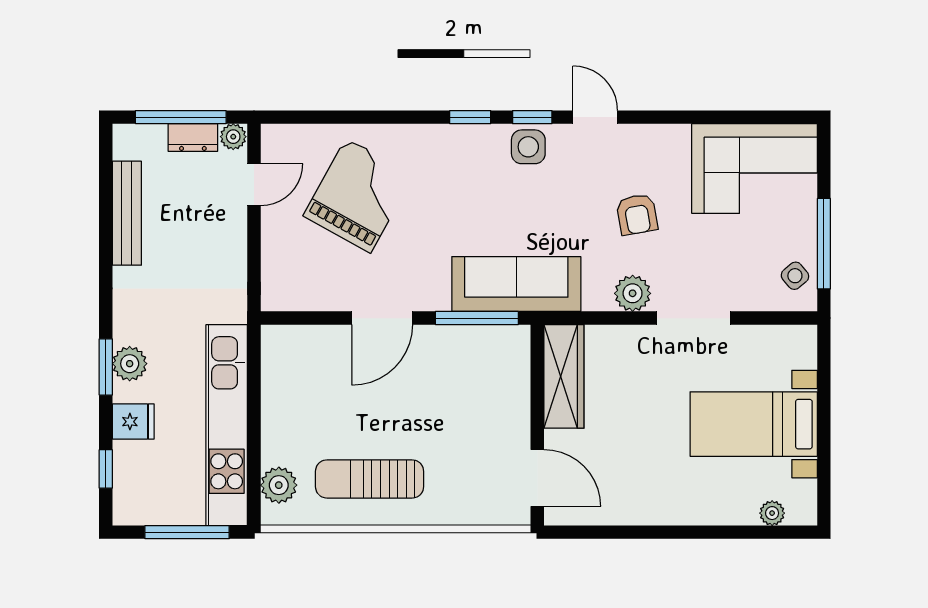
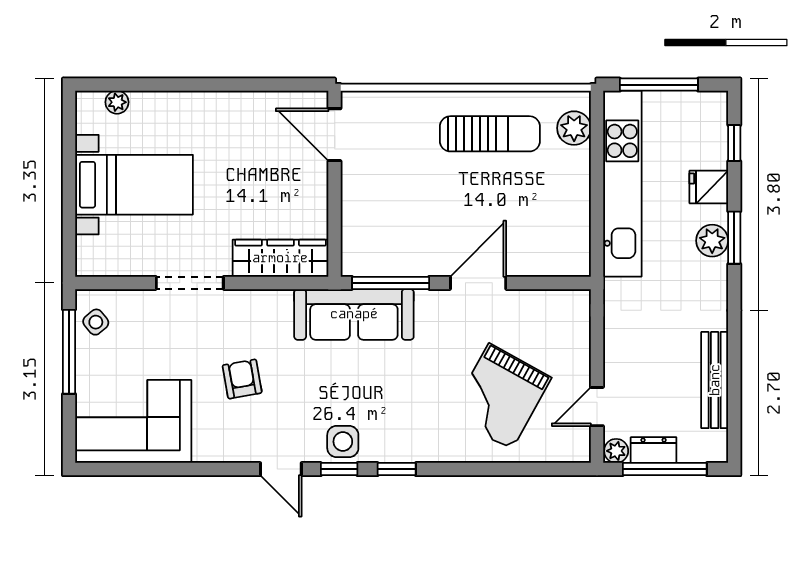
plant: (633, 293) -> (246, 306), removed
wardrobe: (564, 376) -> (280, 258), moved, turned 90

